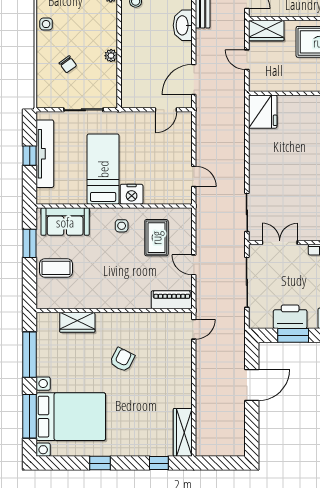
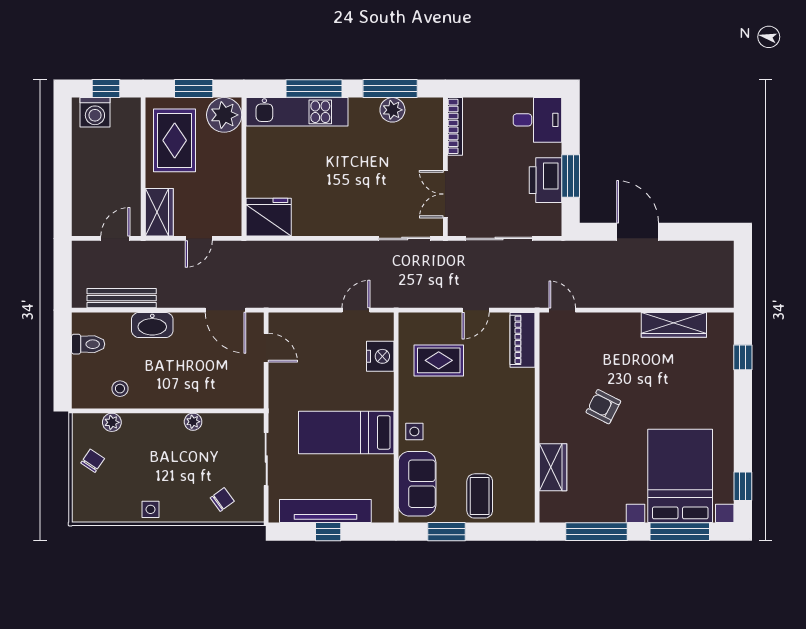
chair: (68, 64) -> (222, 500), moved
nightstand: (132, 194) -> (380, 356), moved
side table: (122, 226) -> (414, 431), moved
wardrobe: (183, 432) -> (674, 325), moved
window: (100, 463) -> (743, 486), moved

